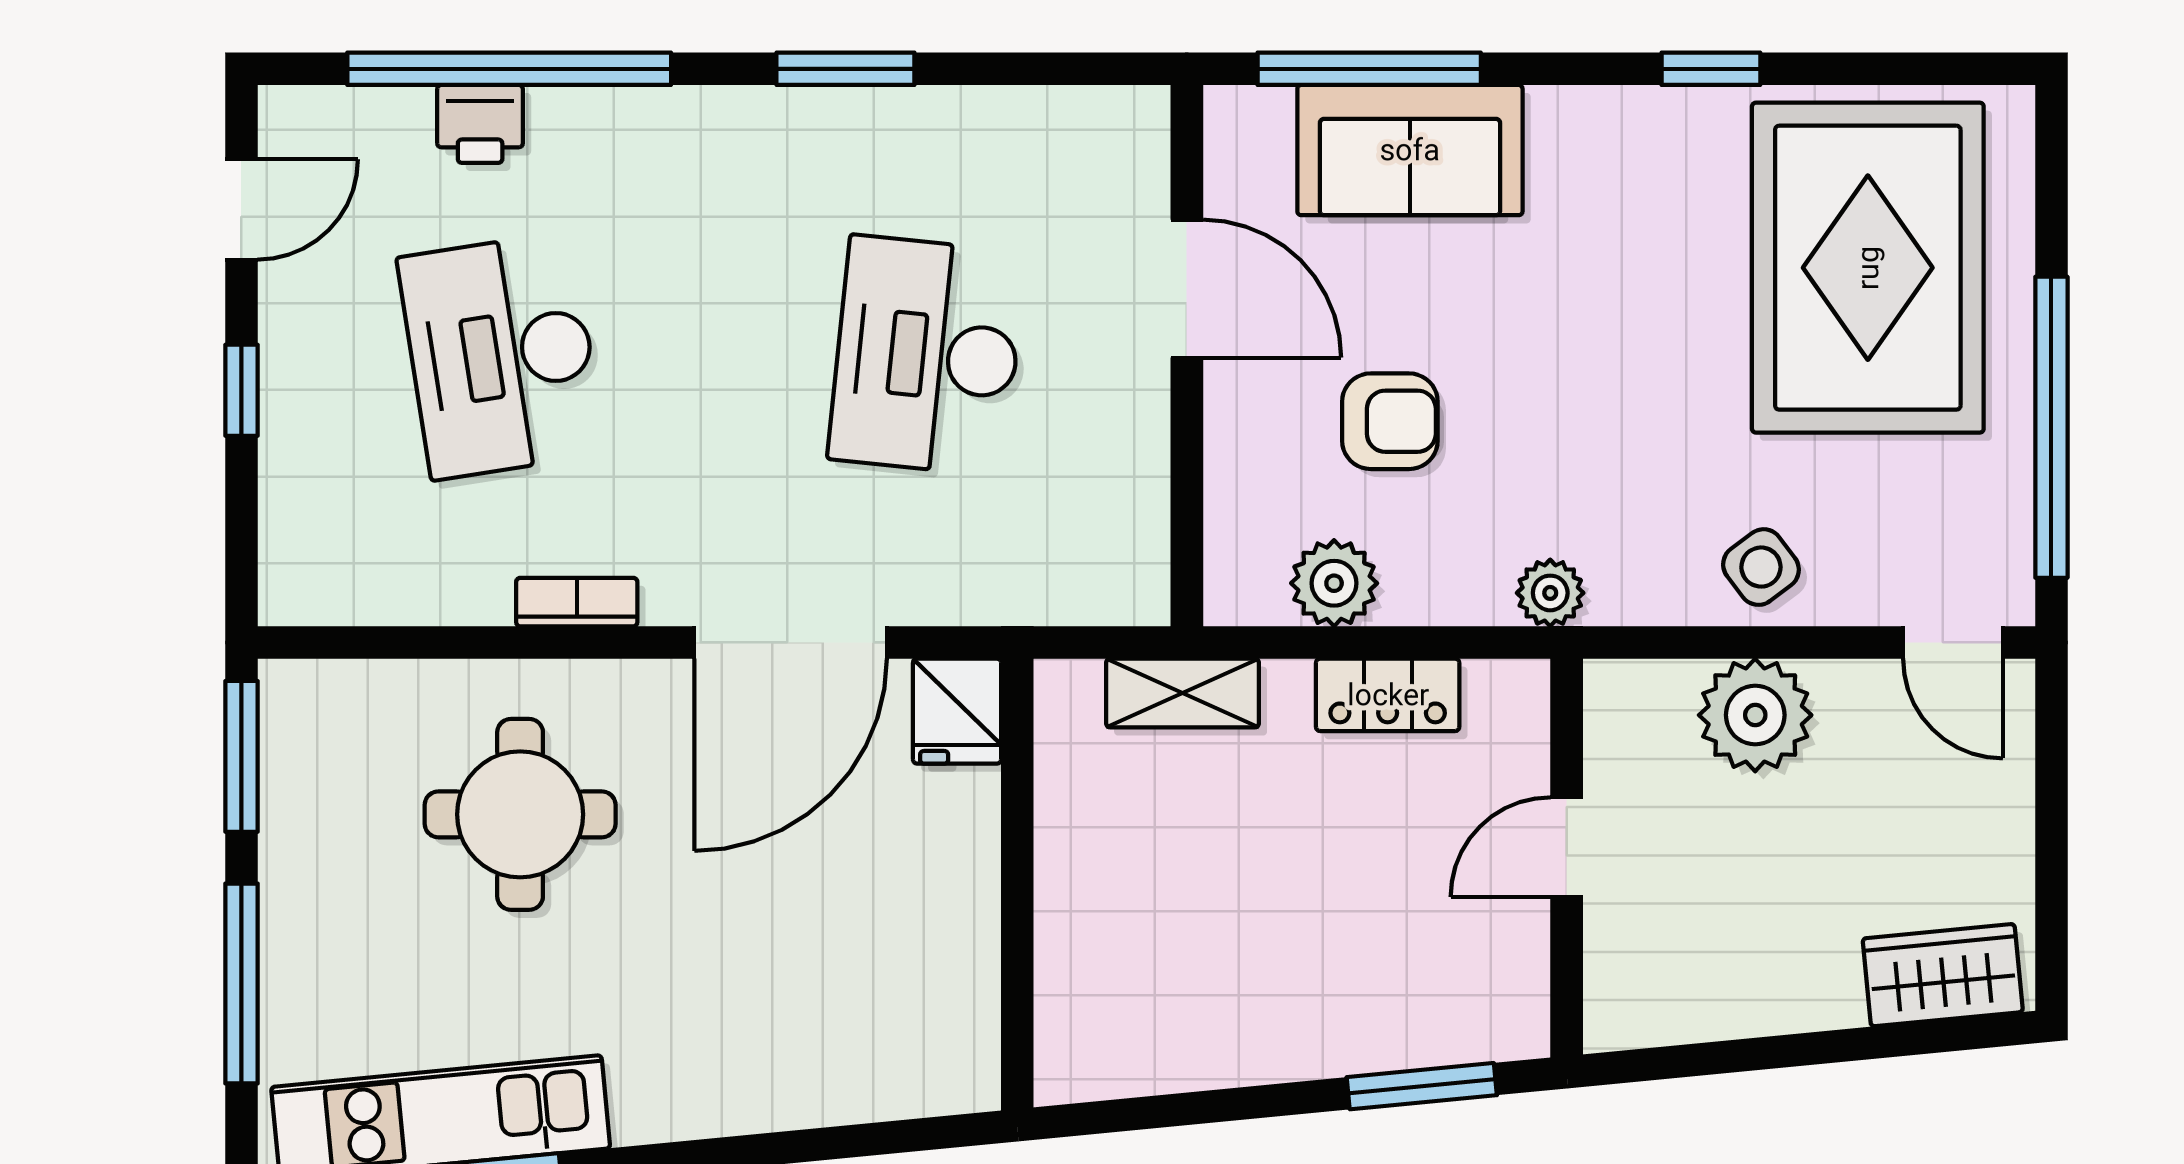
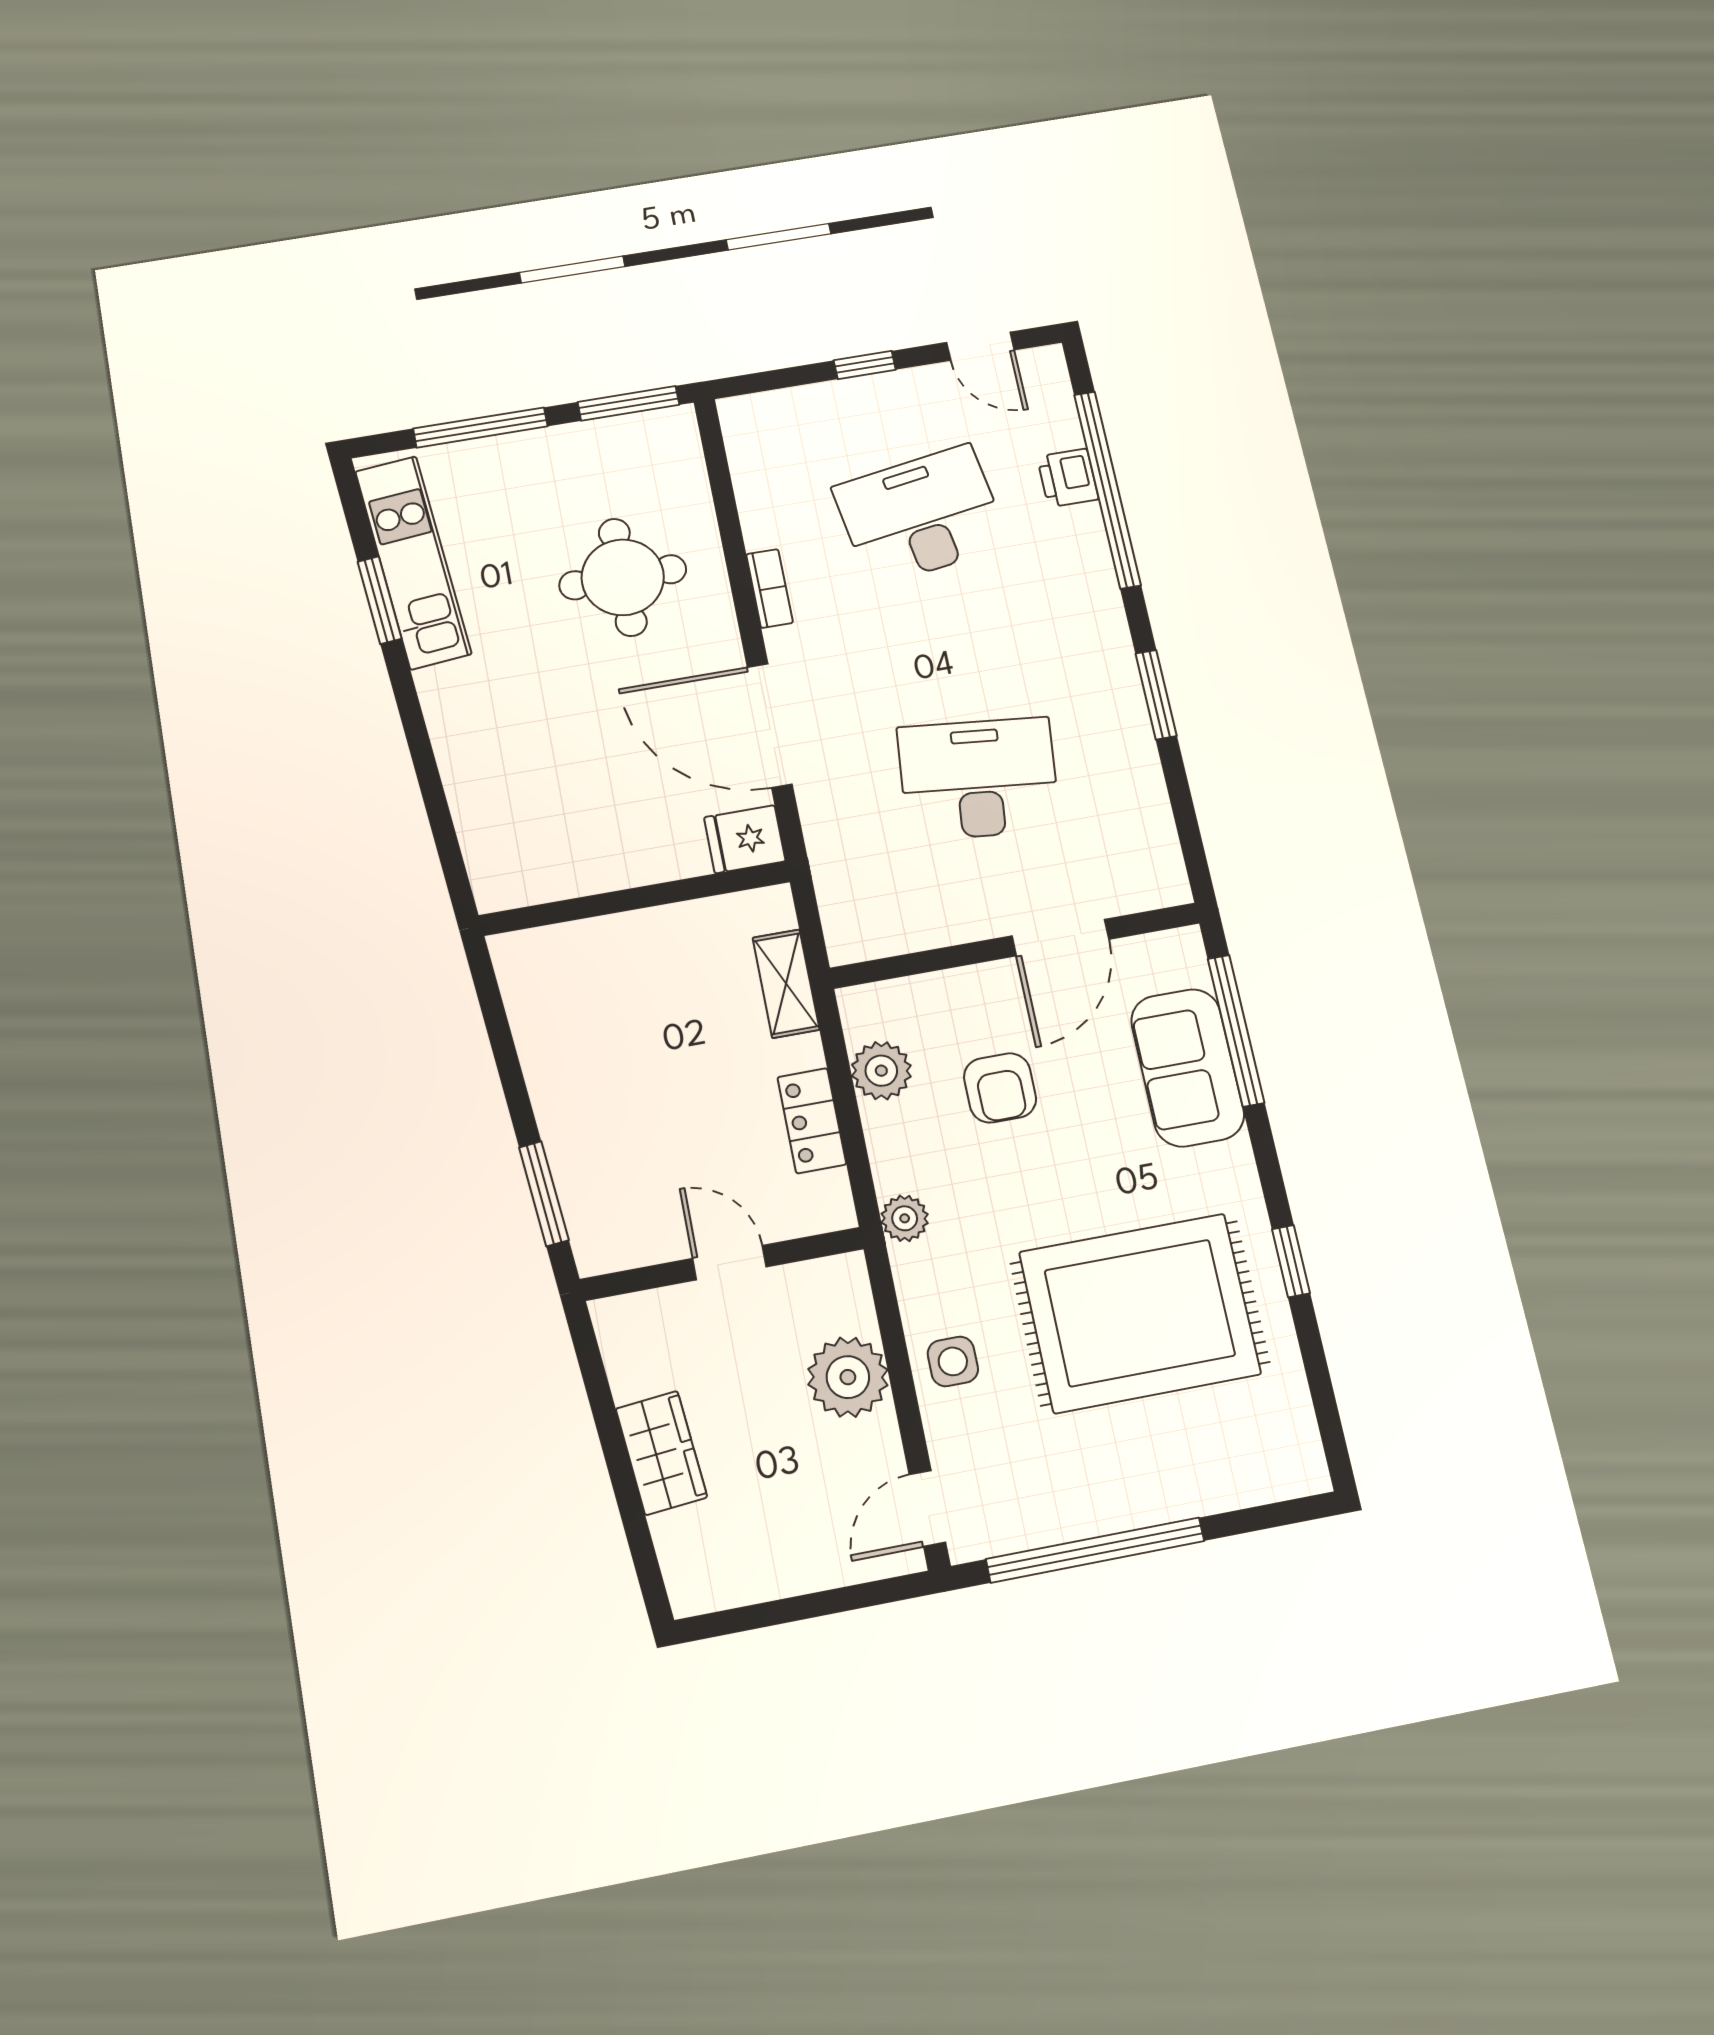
rug: (1868, 268) -> (1140, 1313), moved
side table: (1761, 567) -> (953, 1361), turned 37
wardrobe: (1943, 975) -> (661, 1453), moved

